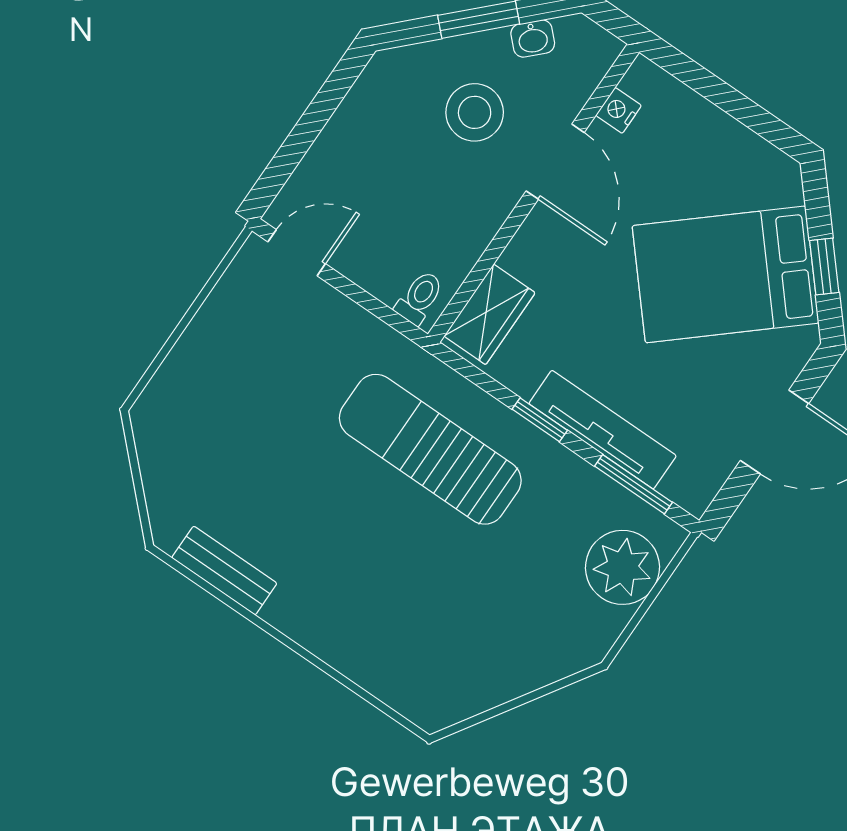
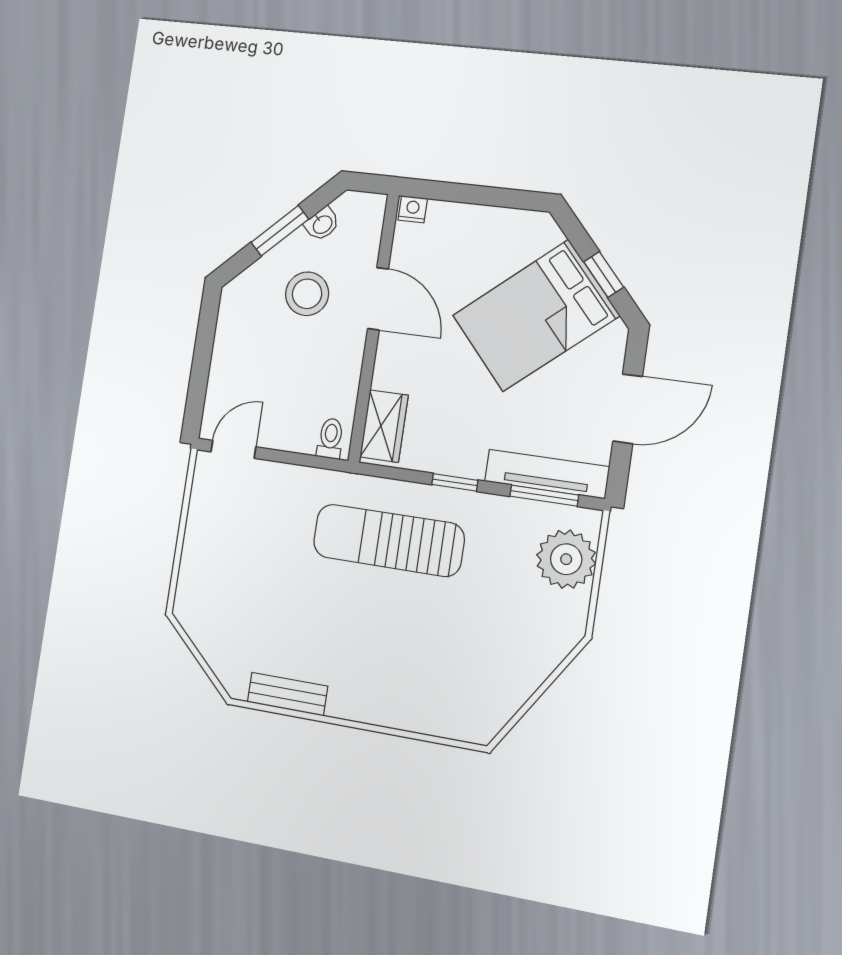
nightstand: (619, 110) -> (413, 209), moved, turned 90
tv unit: (603, 430) -> (547, 474), moved

